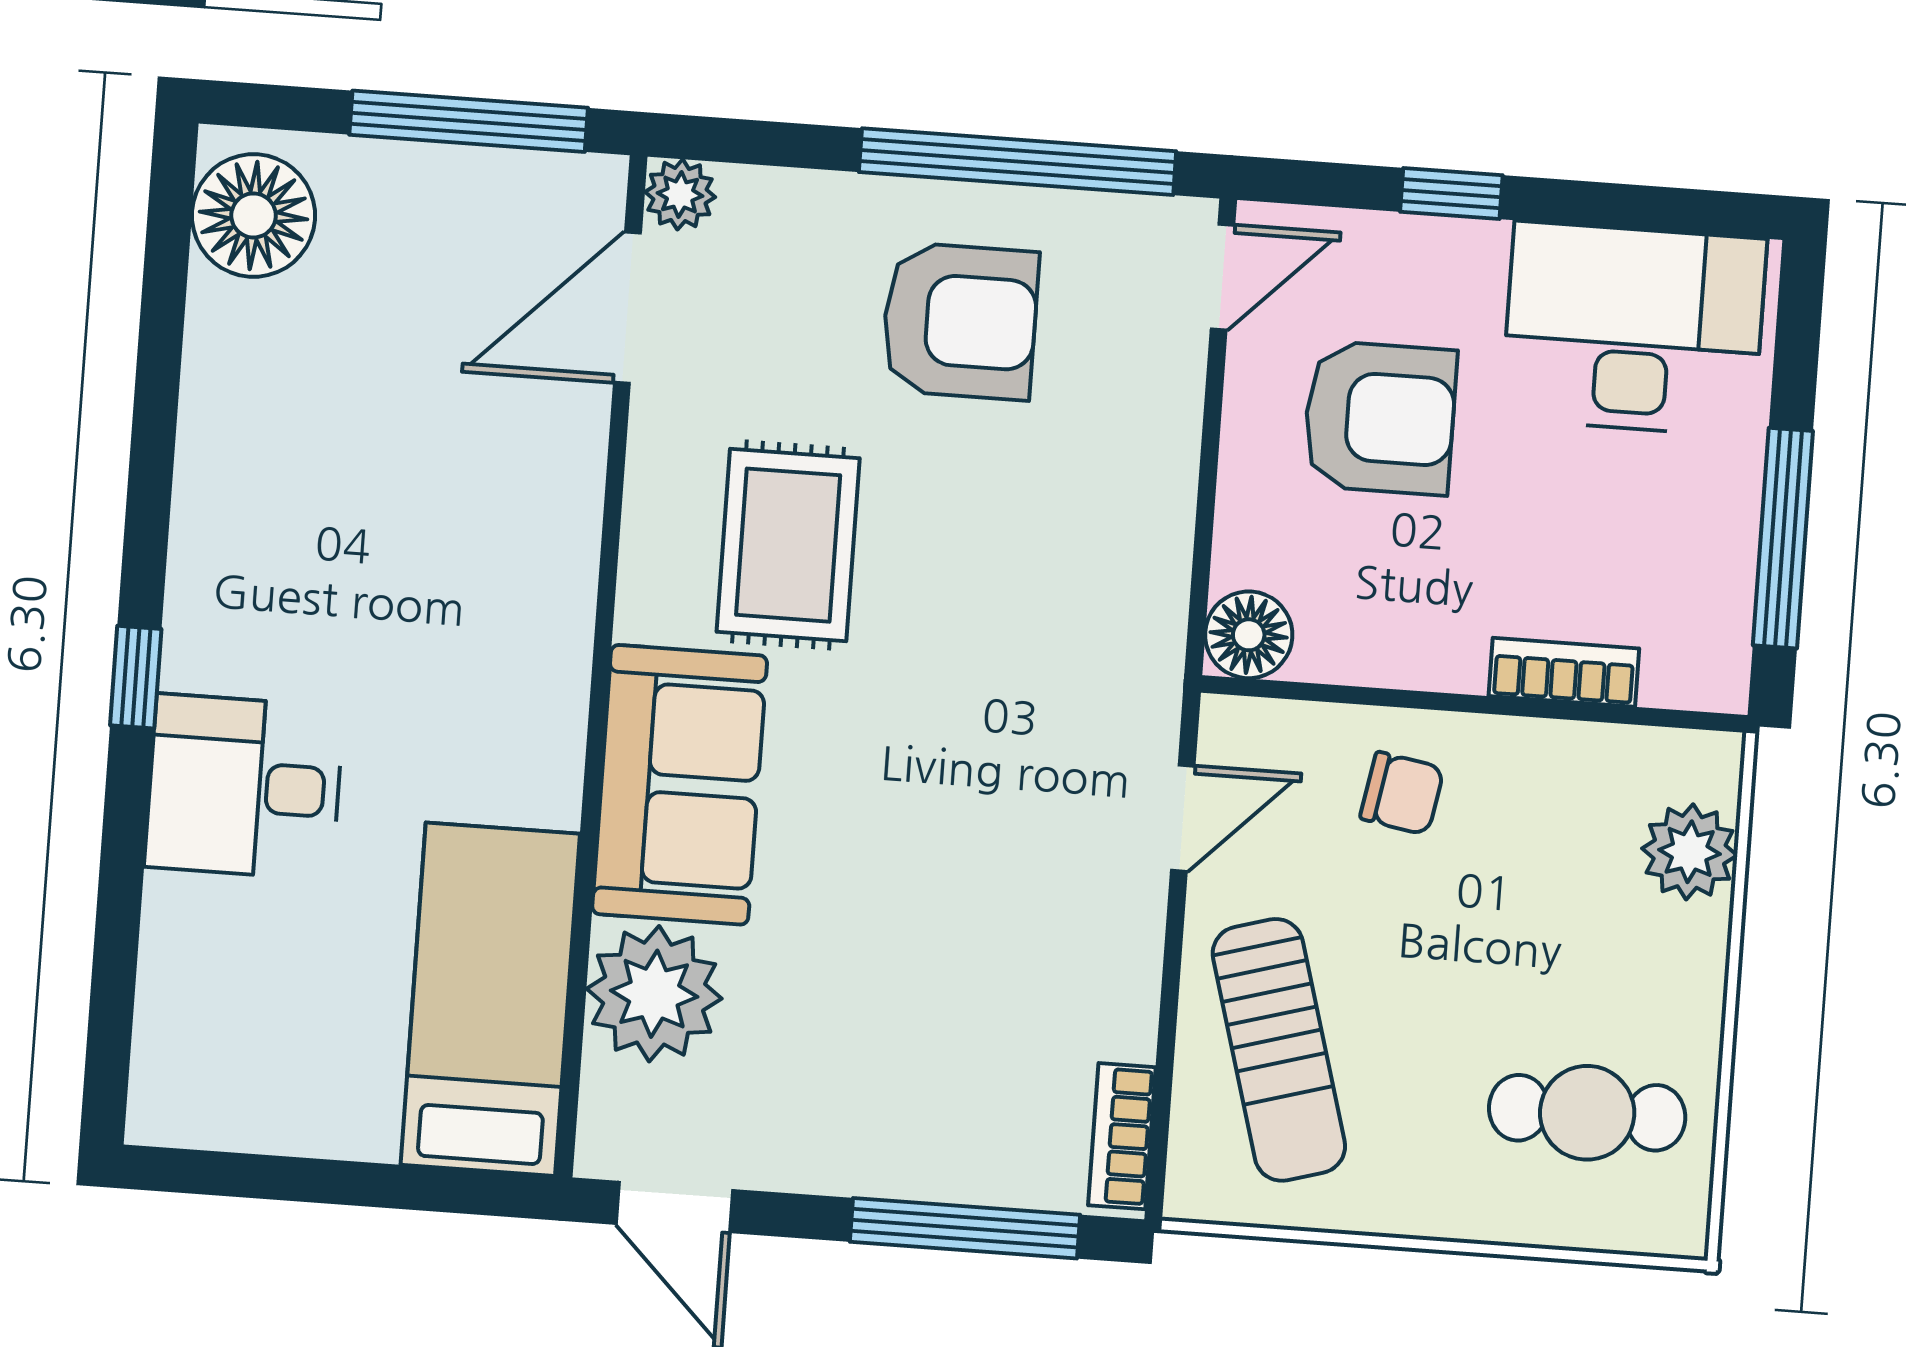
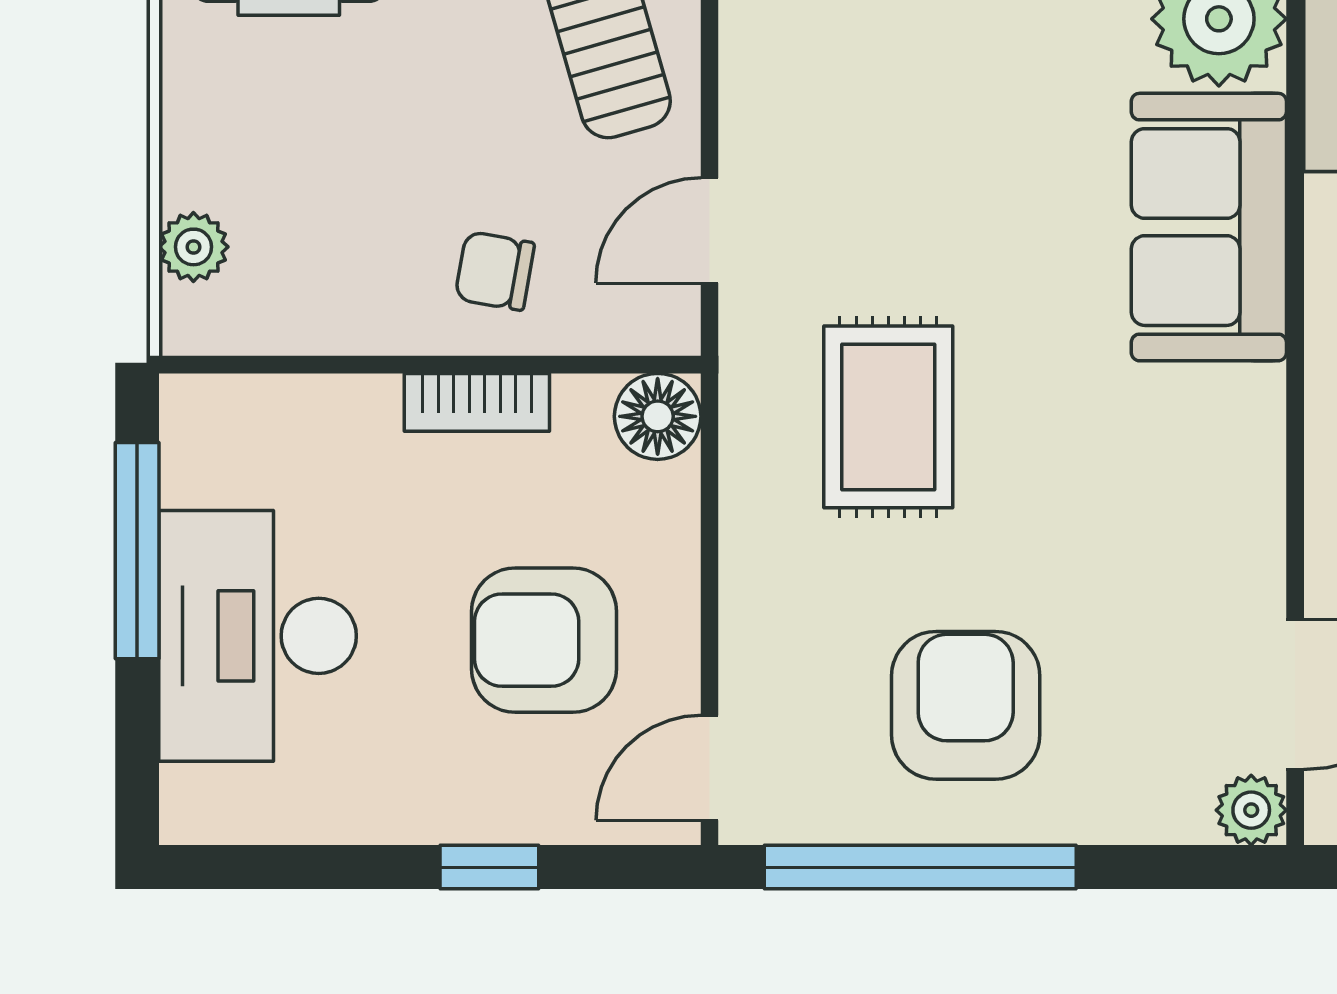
armchair: (960, 321) -> (966, 705), turned 90
desk: (1634, 329) -> (258, 636), moved, turned 90
rug: (788, 545) -> (888, 417), moved
bookcase: (1564, 672) -> (477, 402), moved
plant: (1690, 852) -> (193, 247), width x0.73, depth x0.73

